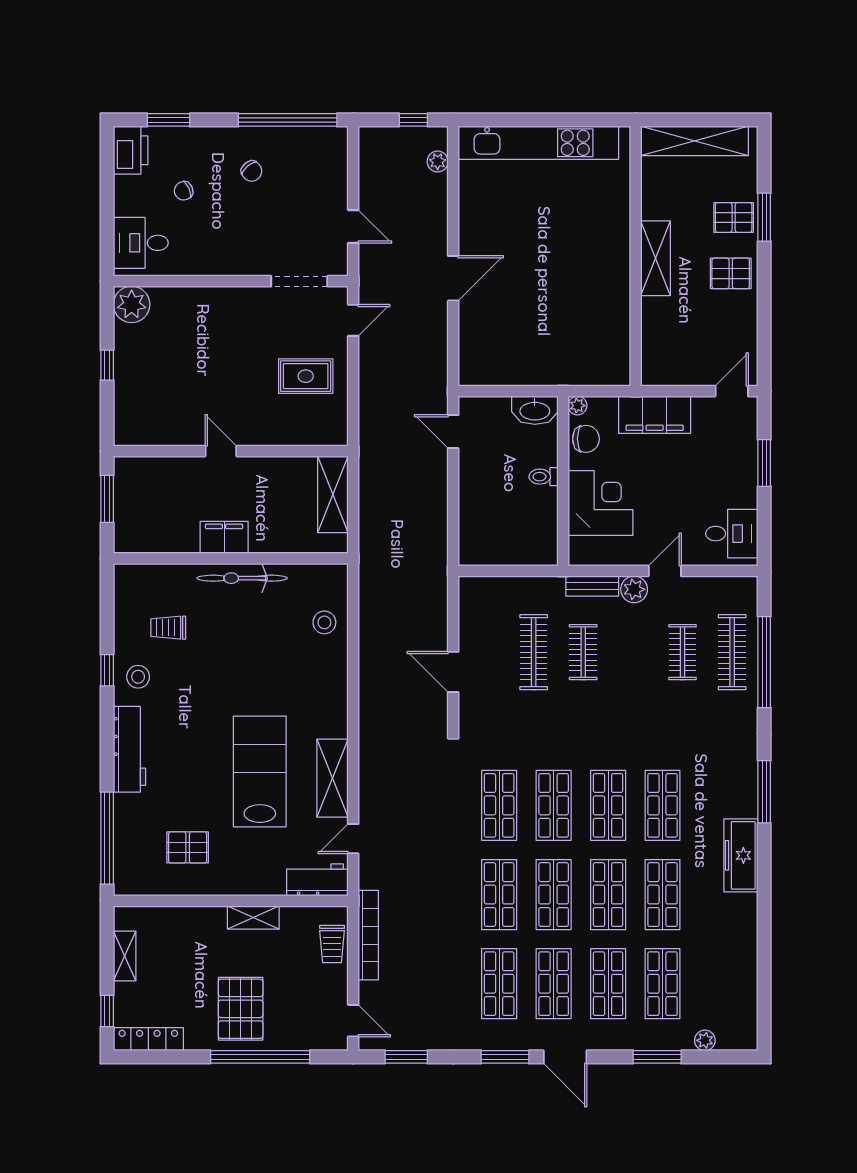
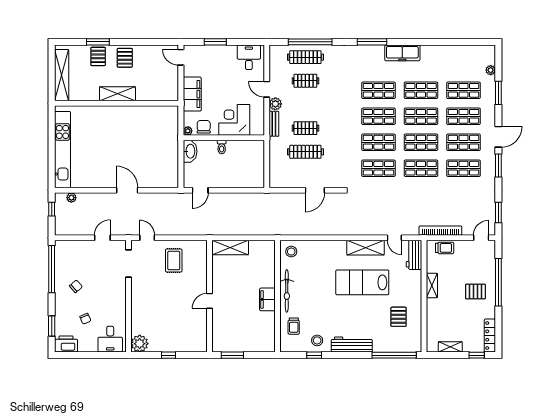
filing cabinet: (224, 537) -> (267, 299), moved
wall: (231, 558) -> (277, 296), moved
bicycle: (242, 578) -> (287, 291), moved
pallet: (241, 1009) -> (475, 292), width x0.67, depth x0.71

